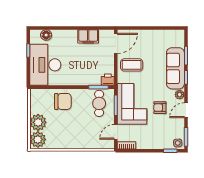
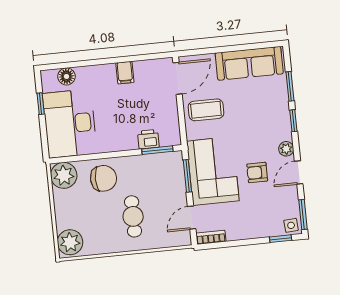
filing cabinet: (88, 36) -> (125, 73), width x0.50
sofa: (175, 68) -> (249, 63), moved, turned -90
printer: (108, 80) -> (148, 139), moved
cafe table: (99, 103) -> (133, 216), moved
plant: (38, 122) -> (64, 175), moved

